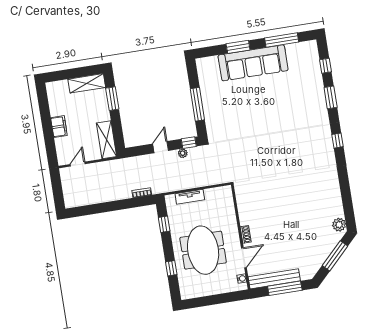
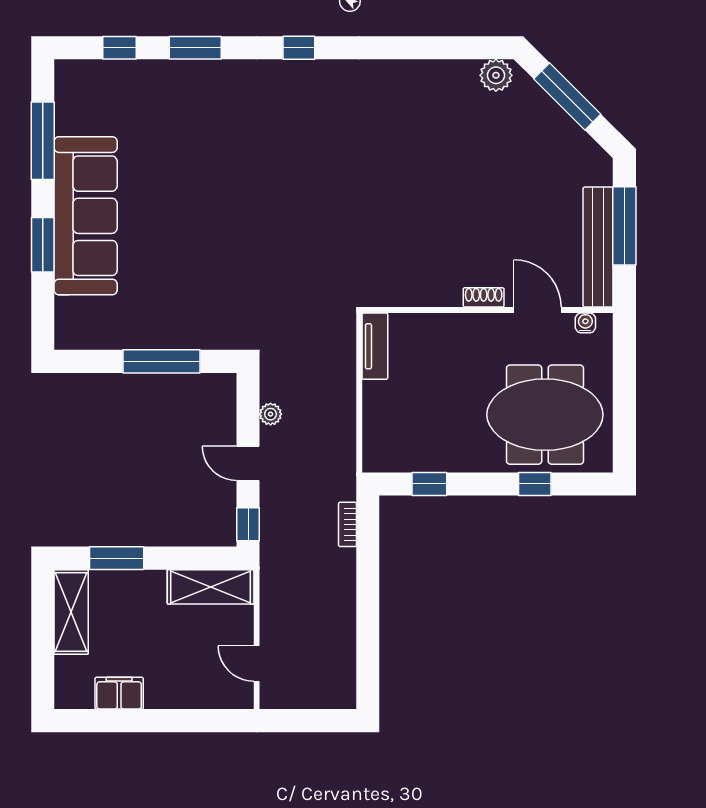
filing cabinet: (59, 127) -> (119, 693), moved
window: (189, 143) -> (248, 524), moved
tv unit: (190, 197) -> (375, 346), moved
meeting table: (203, 250) -> (545, 415), moved

